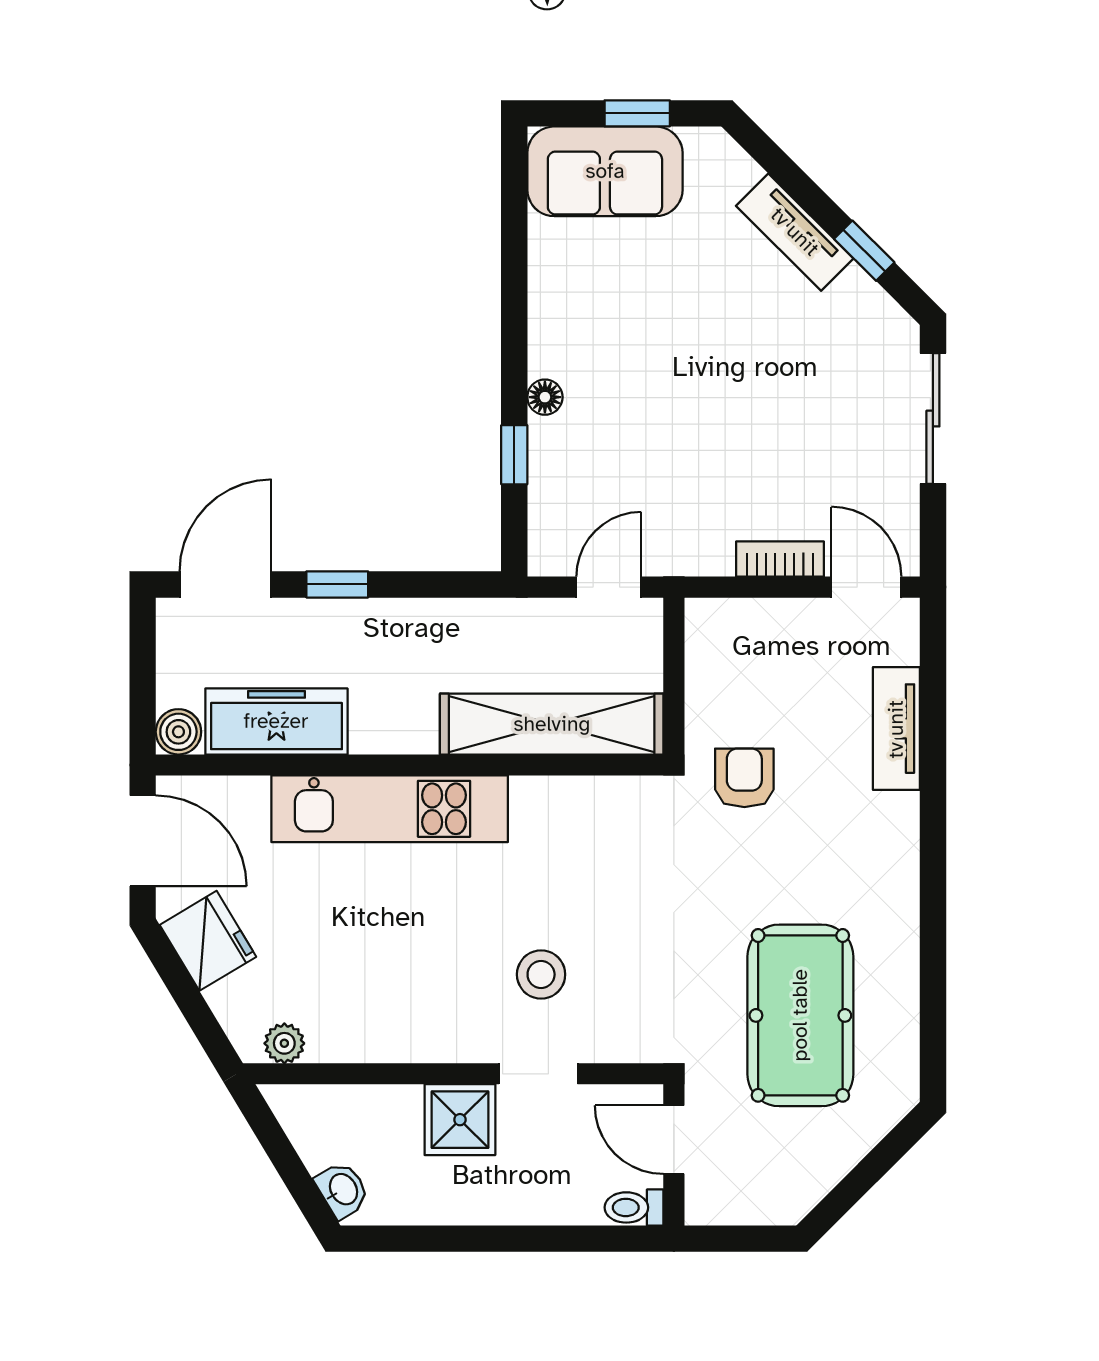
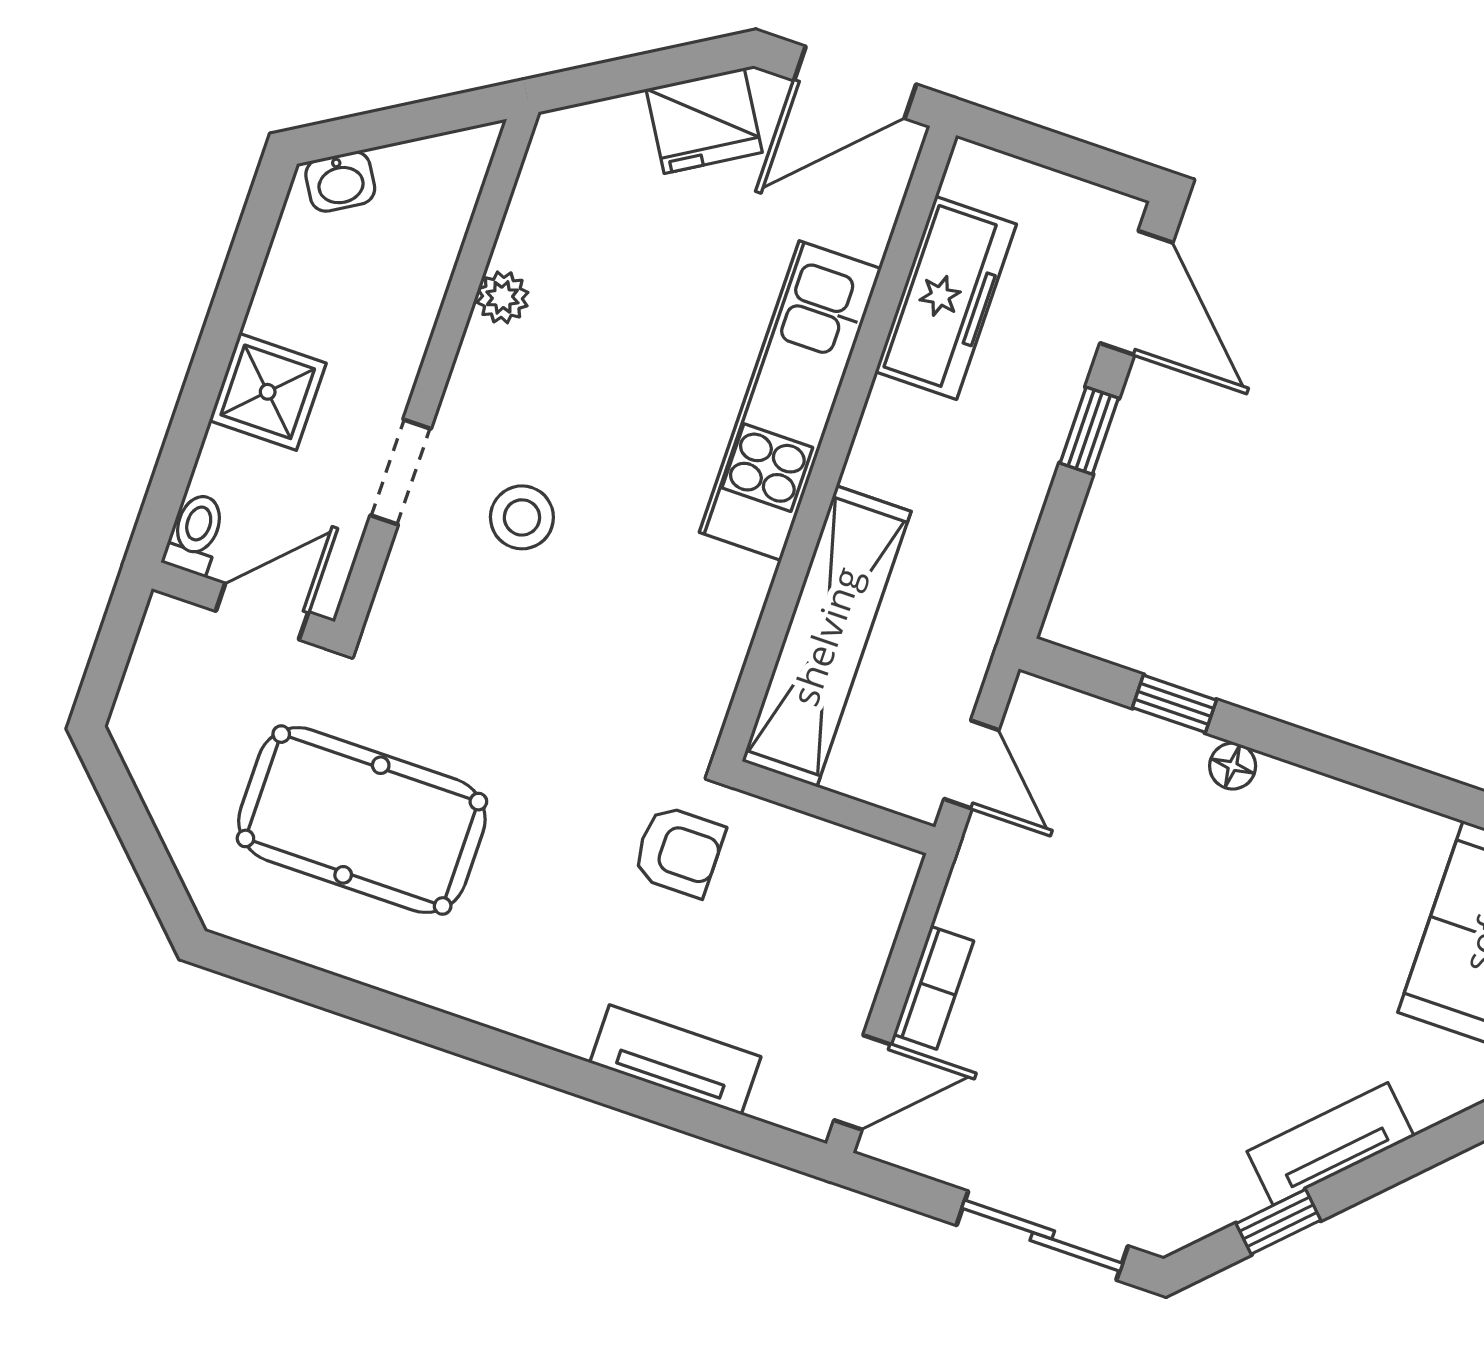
boiler: (178, 732) -> (974, 173), removed
plant: (284, 1043) -> (502, 297), moved
shower: (460, 1120) -> (268, 392), moved

